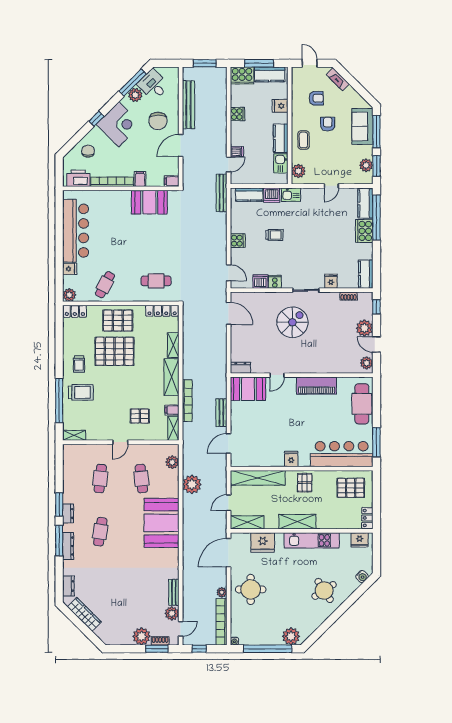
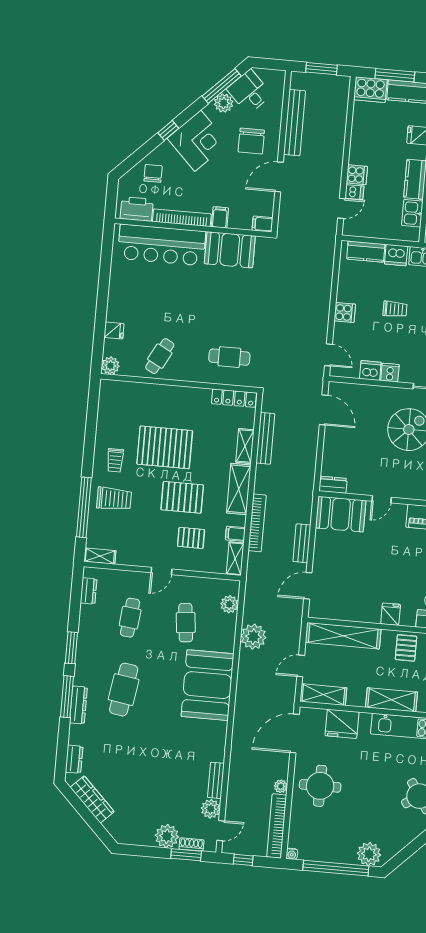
cooker: (238, 114) -> (357, 175), moved
bench: (221, 193) -> (265, 438), moved
bar counter: (76, 231) -> (162, 245), moved, turned 90
locker: (75, 311) -> (116, 388), removed
pallet: (118, 321) -> (182, 497), moved
dresser: (68, 513) -> (89, 591), moved
cafe table: (100, 532) -> (124, 690), width x1.37, depth x1.35

